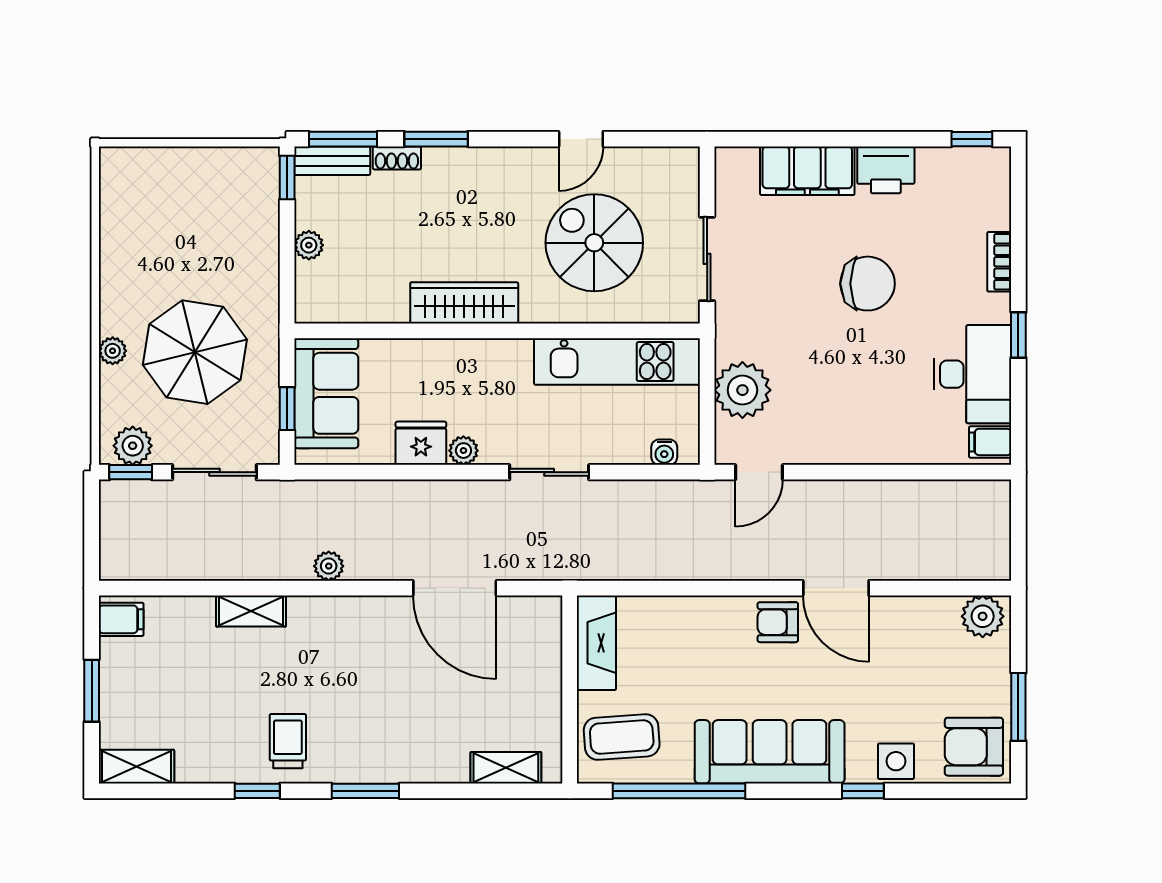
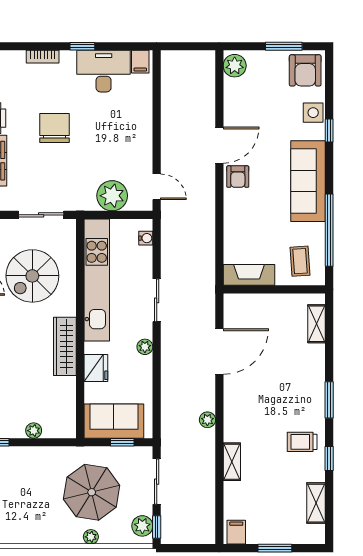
kitchen unit: (617, 362) -> (97, 280), width x1.36
fridge: (421, 443) -> (96, 368), moved, turned 180
coffee table: (622, 737) -> (300, 261), width x0.73, depth x0.77
shelving: (136, 767) -> (316, 503), moved

